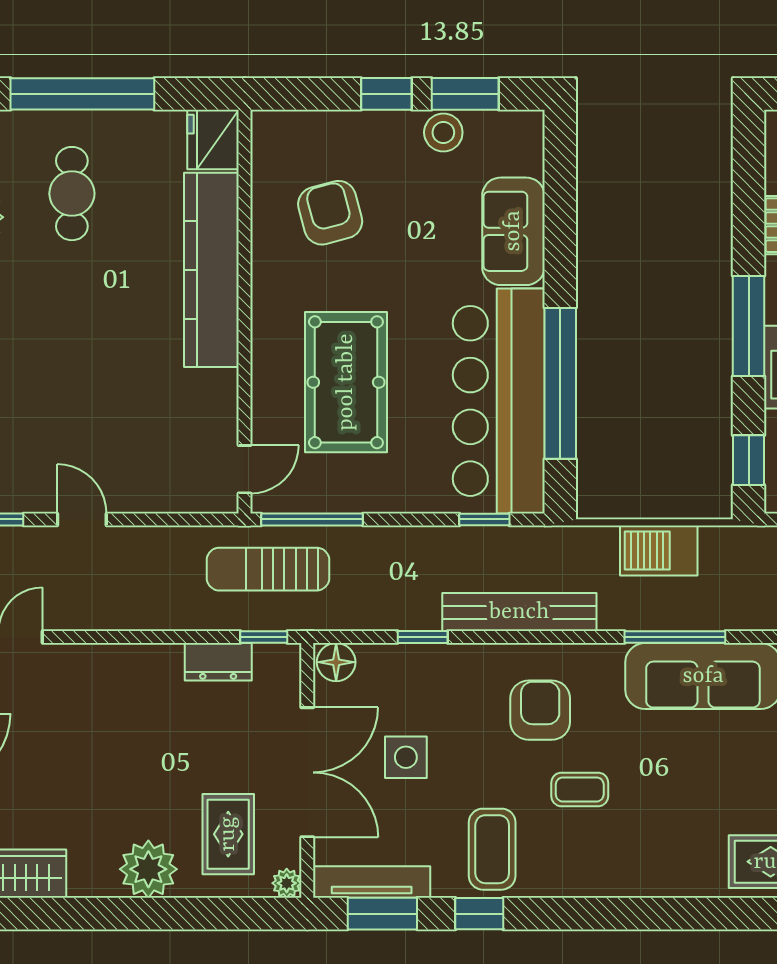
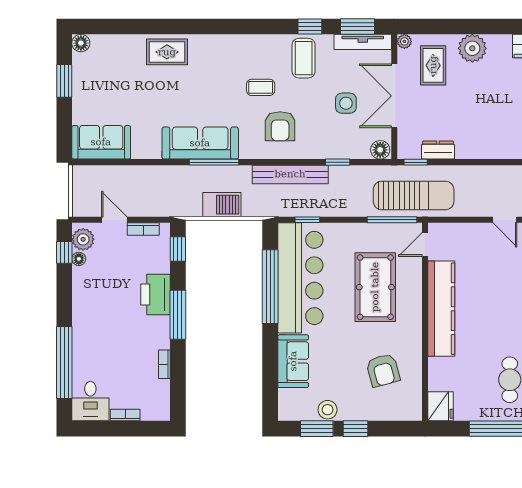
kitchen counter: (211, 270) -> (441, 309), moved
sun lounger: (268, 569) -> (414, 195), width x1.36, depth x1.34

